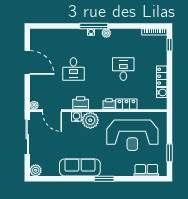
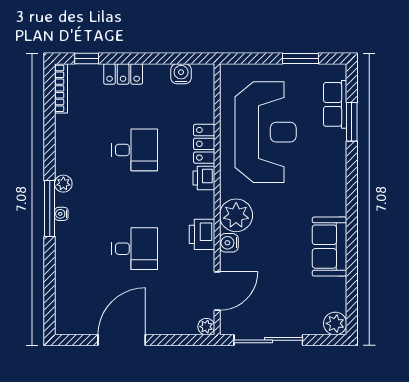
desk: (123, 69) -> (135, 150), turned 180
locker: (162, 76) -> (123, 74), moved
sofa: (80, 167) -> (329, 247), width x0.73
window: (104, 179) -> (352, 122), moved

